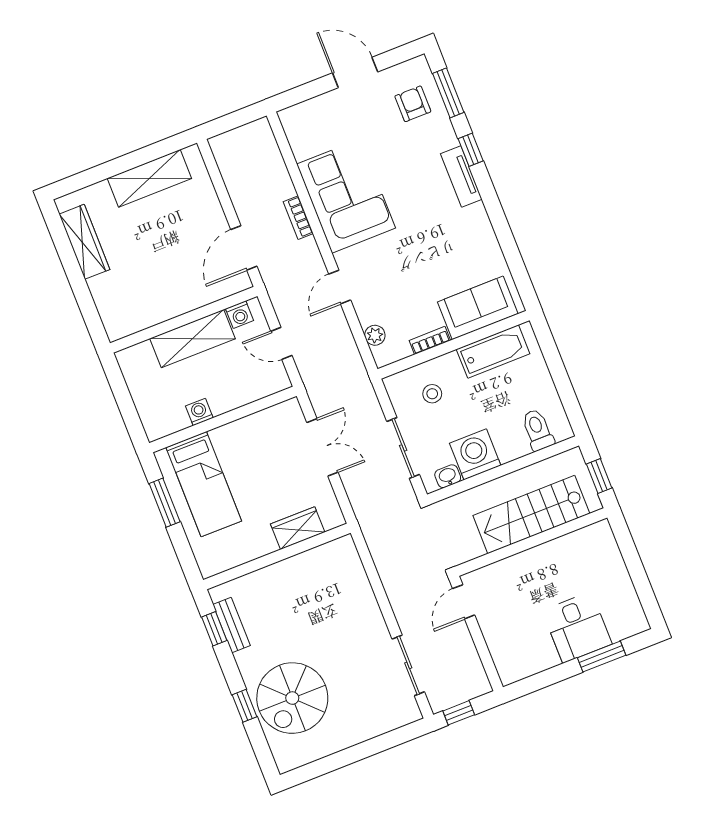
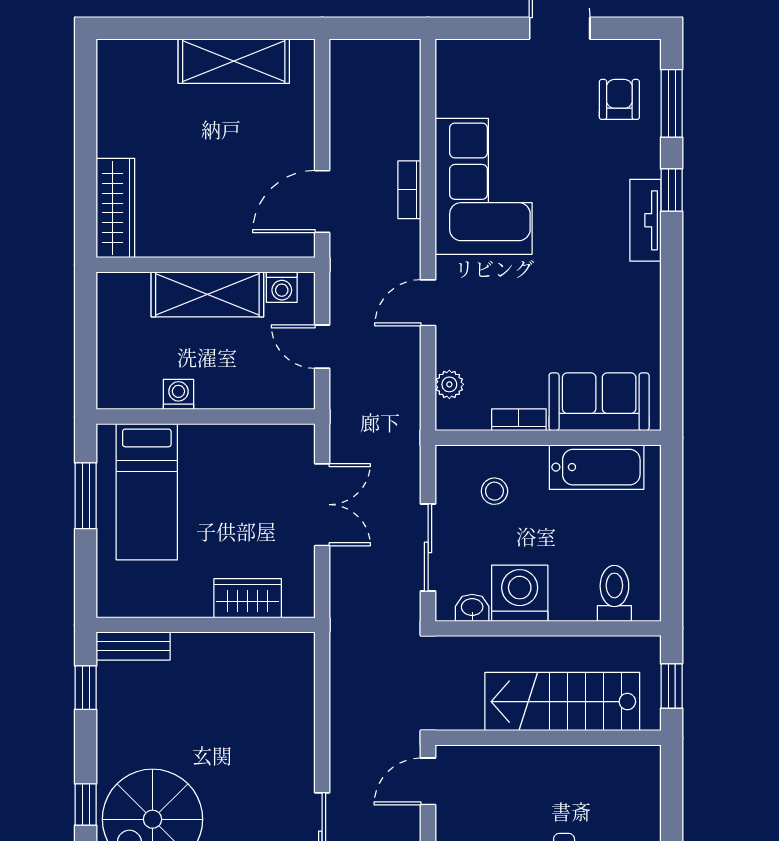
wardrobe: (84, 242) -> (115, 208), moved
bench: (232, 625) -> (133, 646), moved, turned 90

